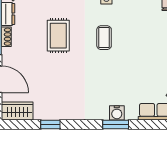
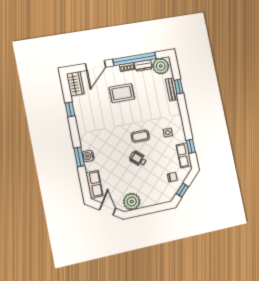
rug: (58, 36) -> (122, 93), moved
wheelchair: (134, 47) -> (138, 159), added

